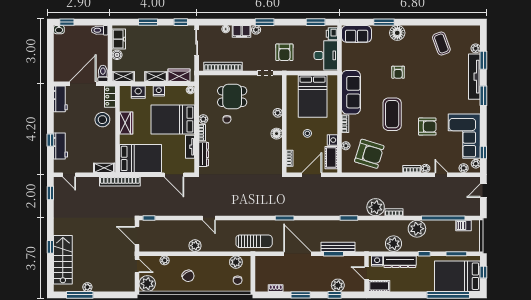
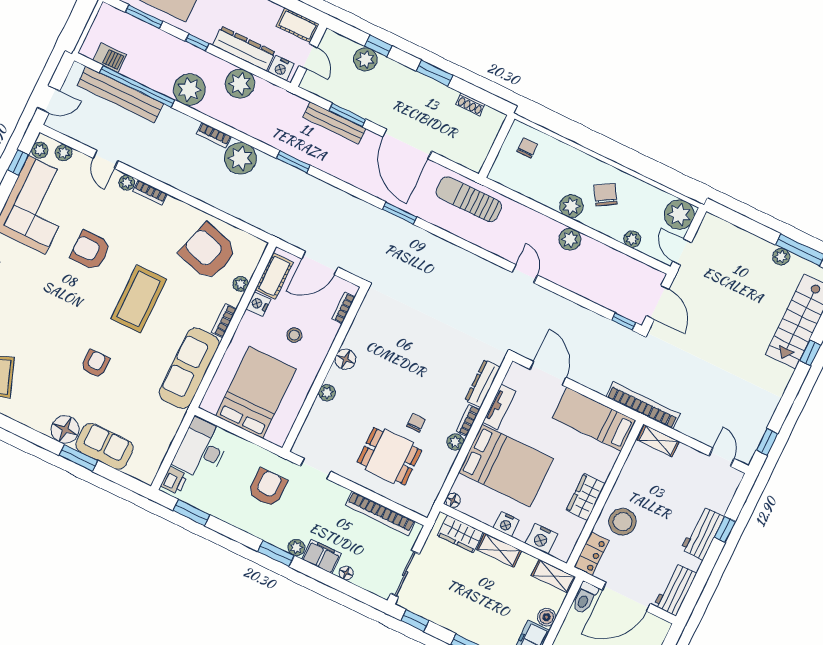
sofa: (357, 34) -> (105, 446), moved
workbench: (61, 146) -> (703, 533), moved
bed: (141, 158) -> (594, 419), width x0.67
bench: (450, 210) -> (120, 94), added
plant: (236, 262) -> (571, 206), moved

